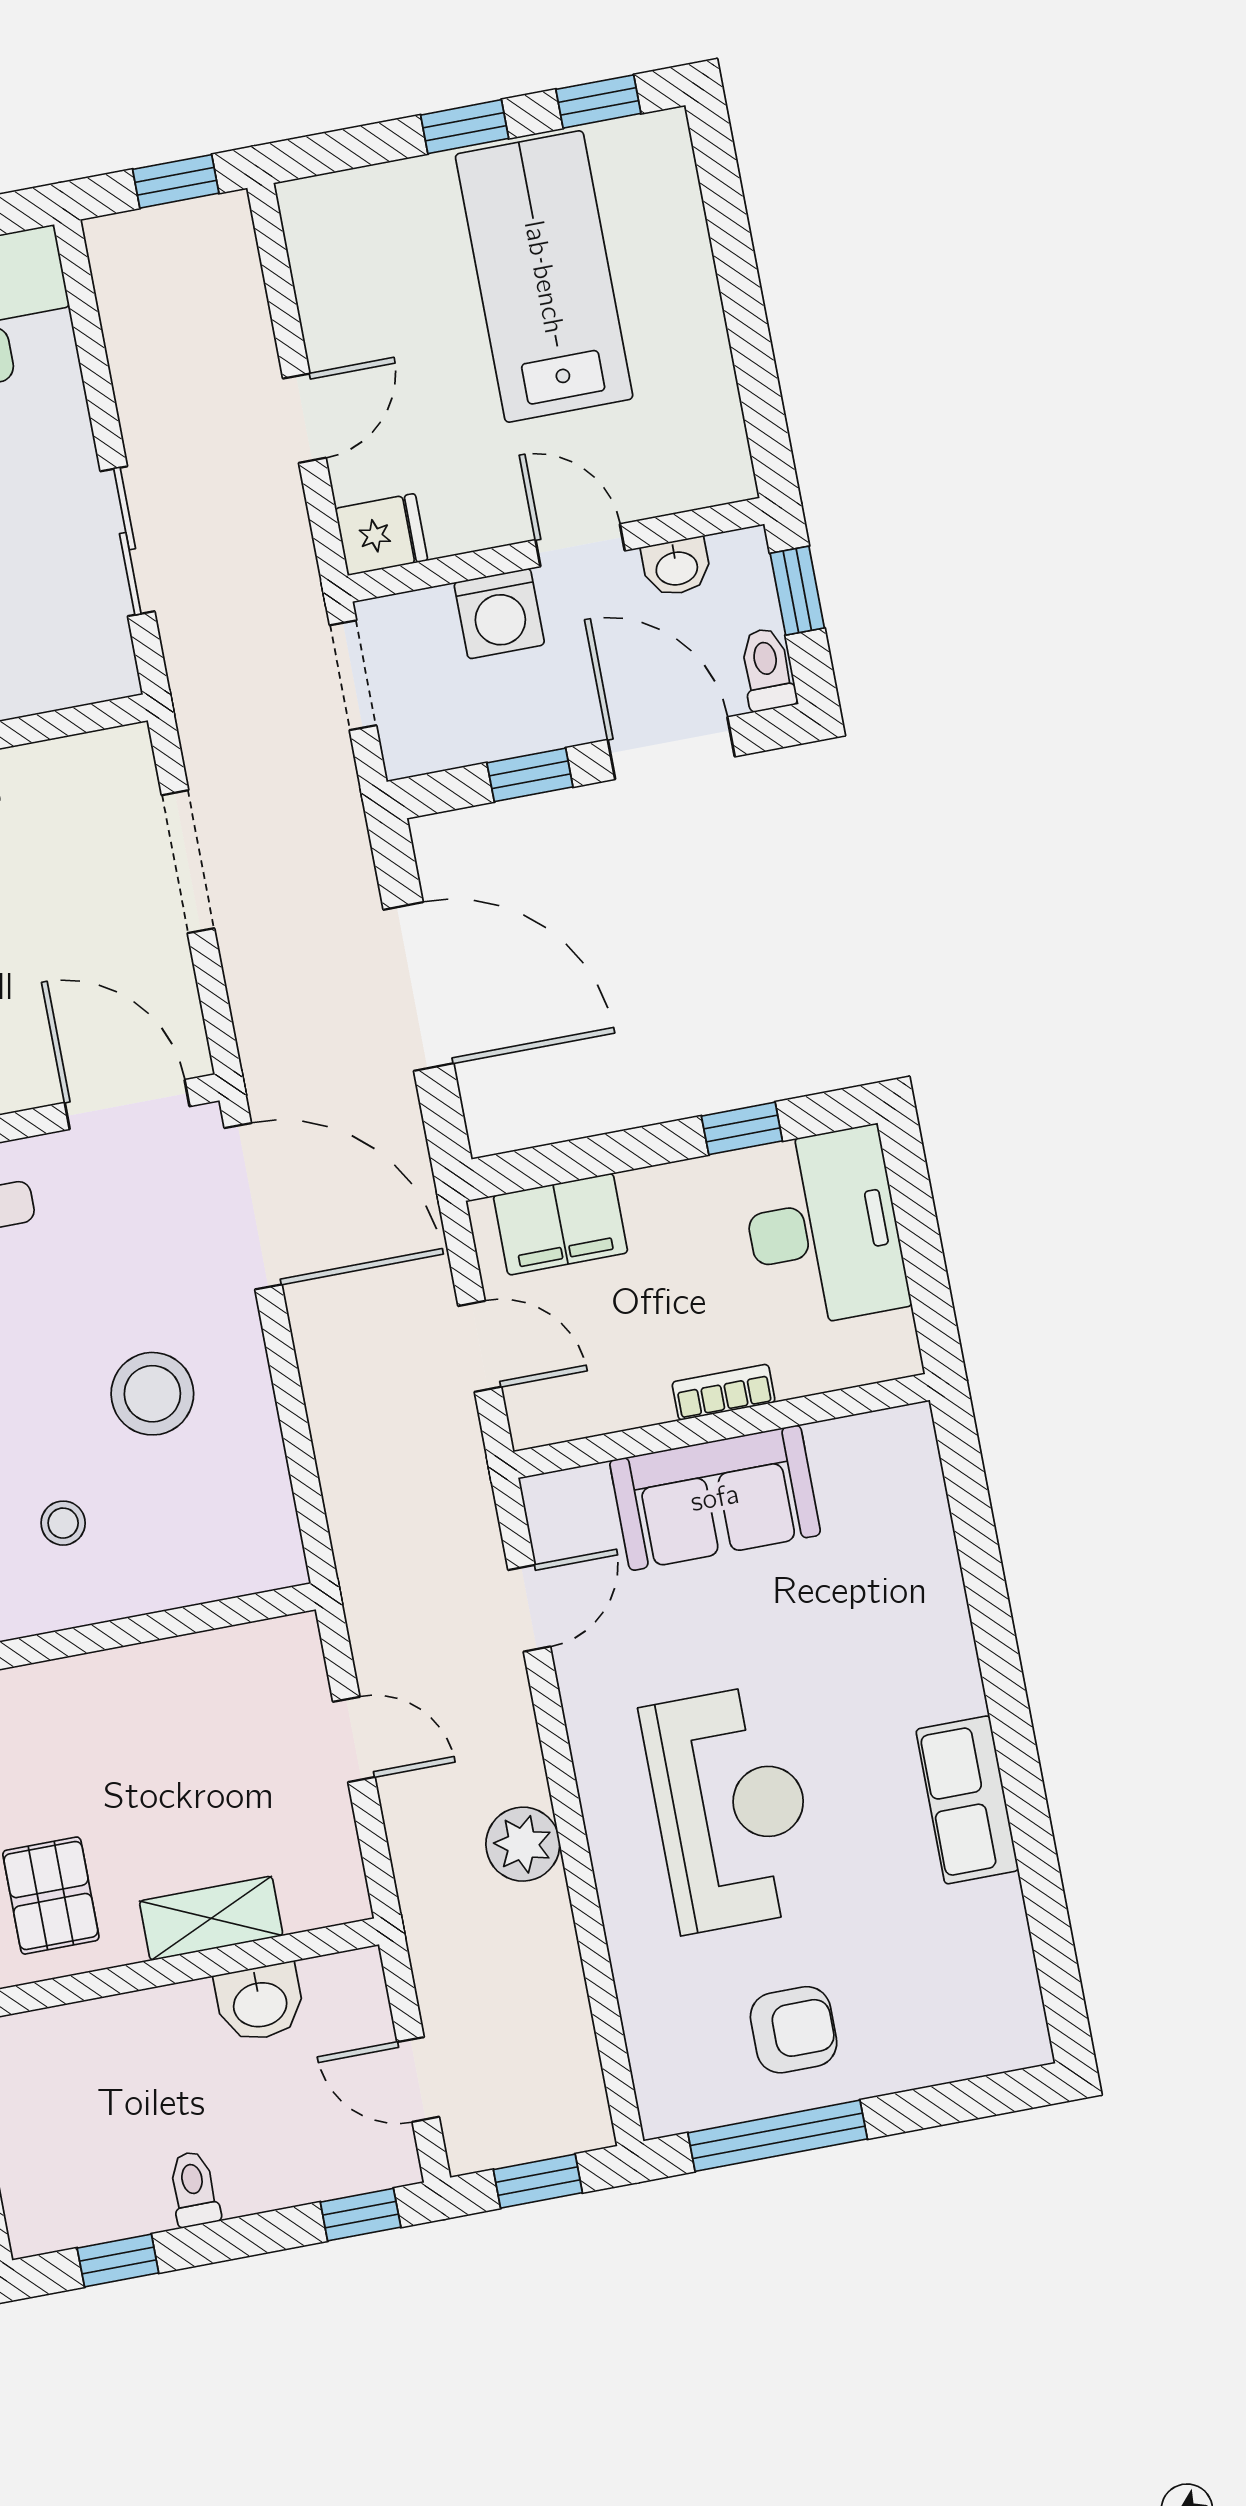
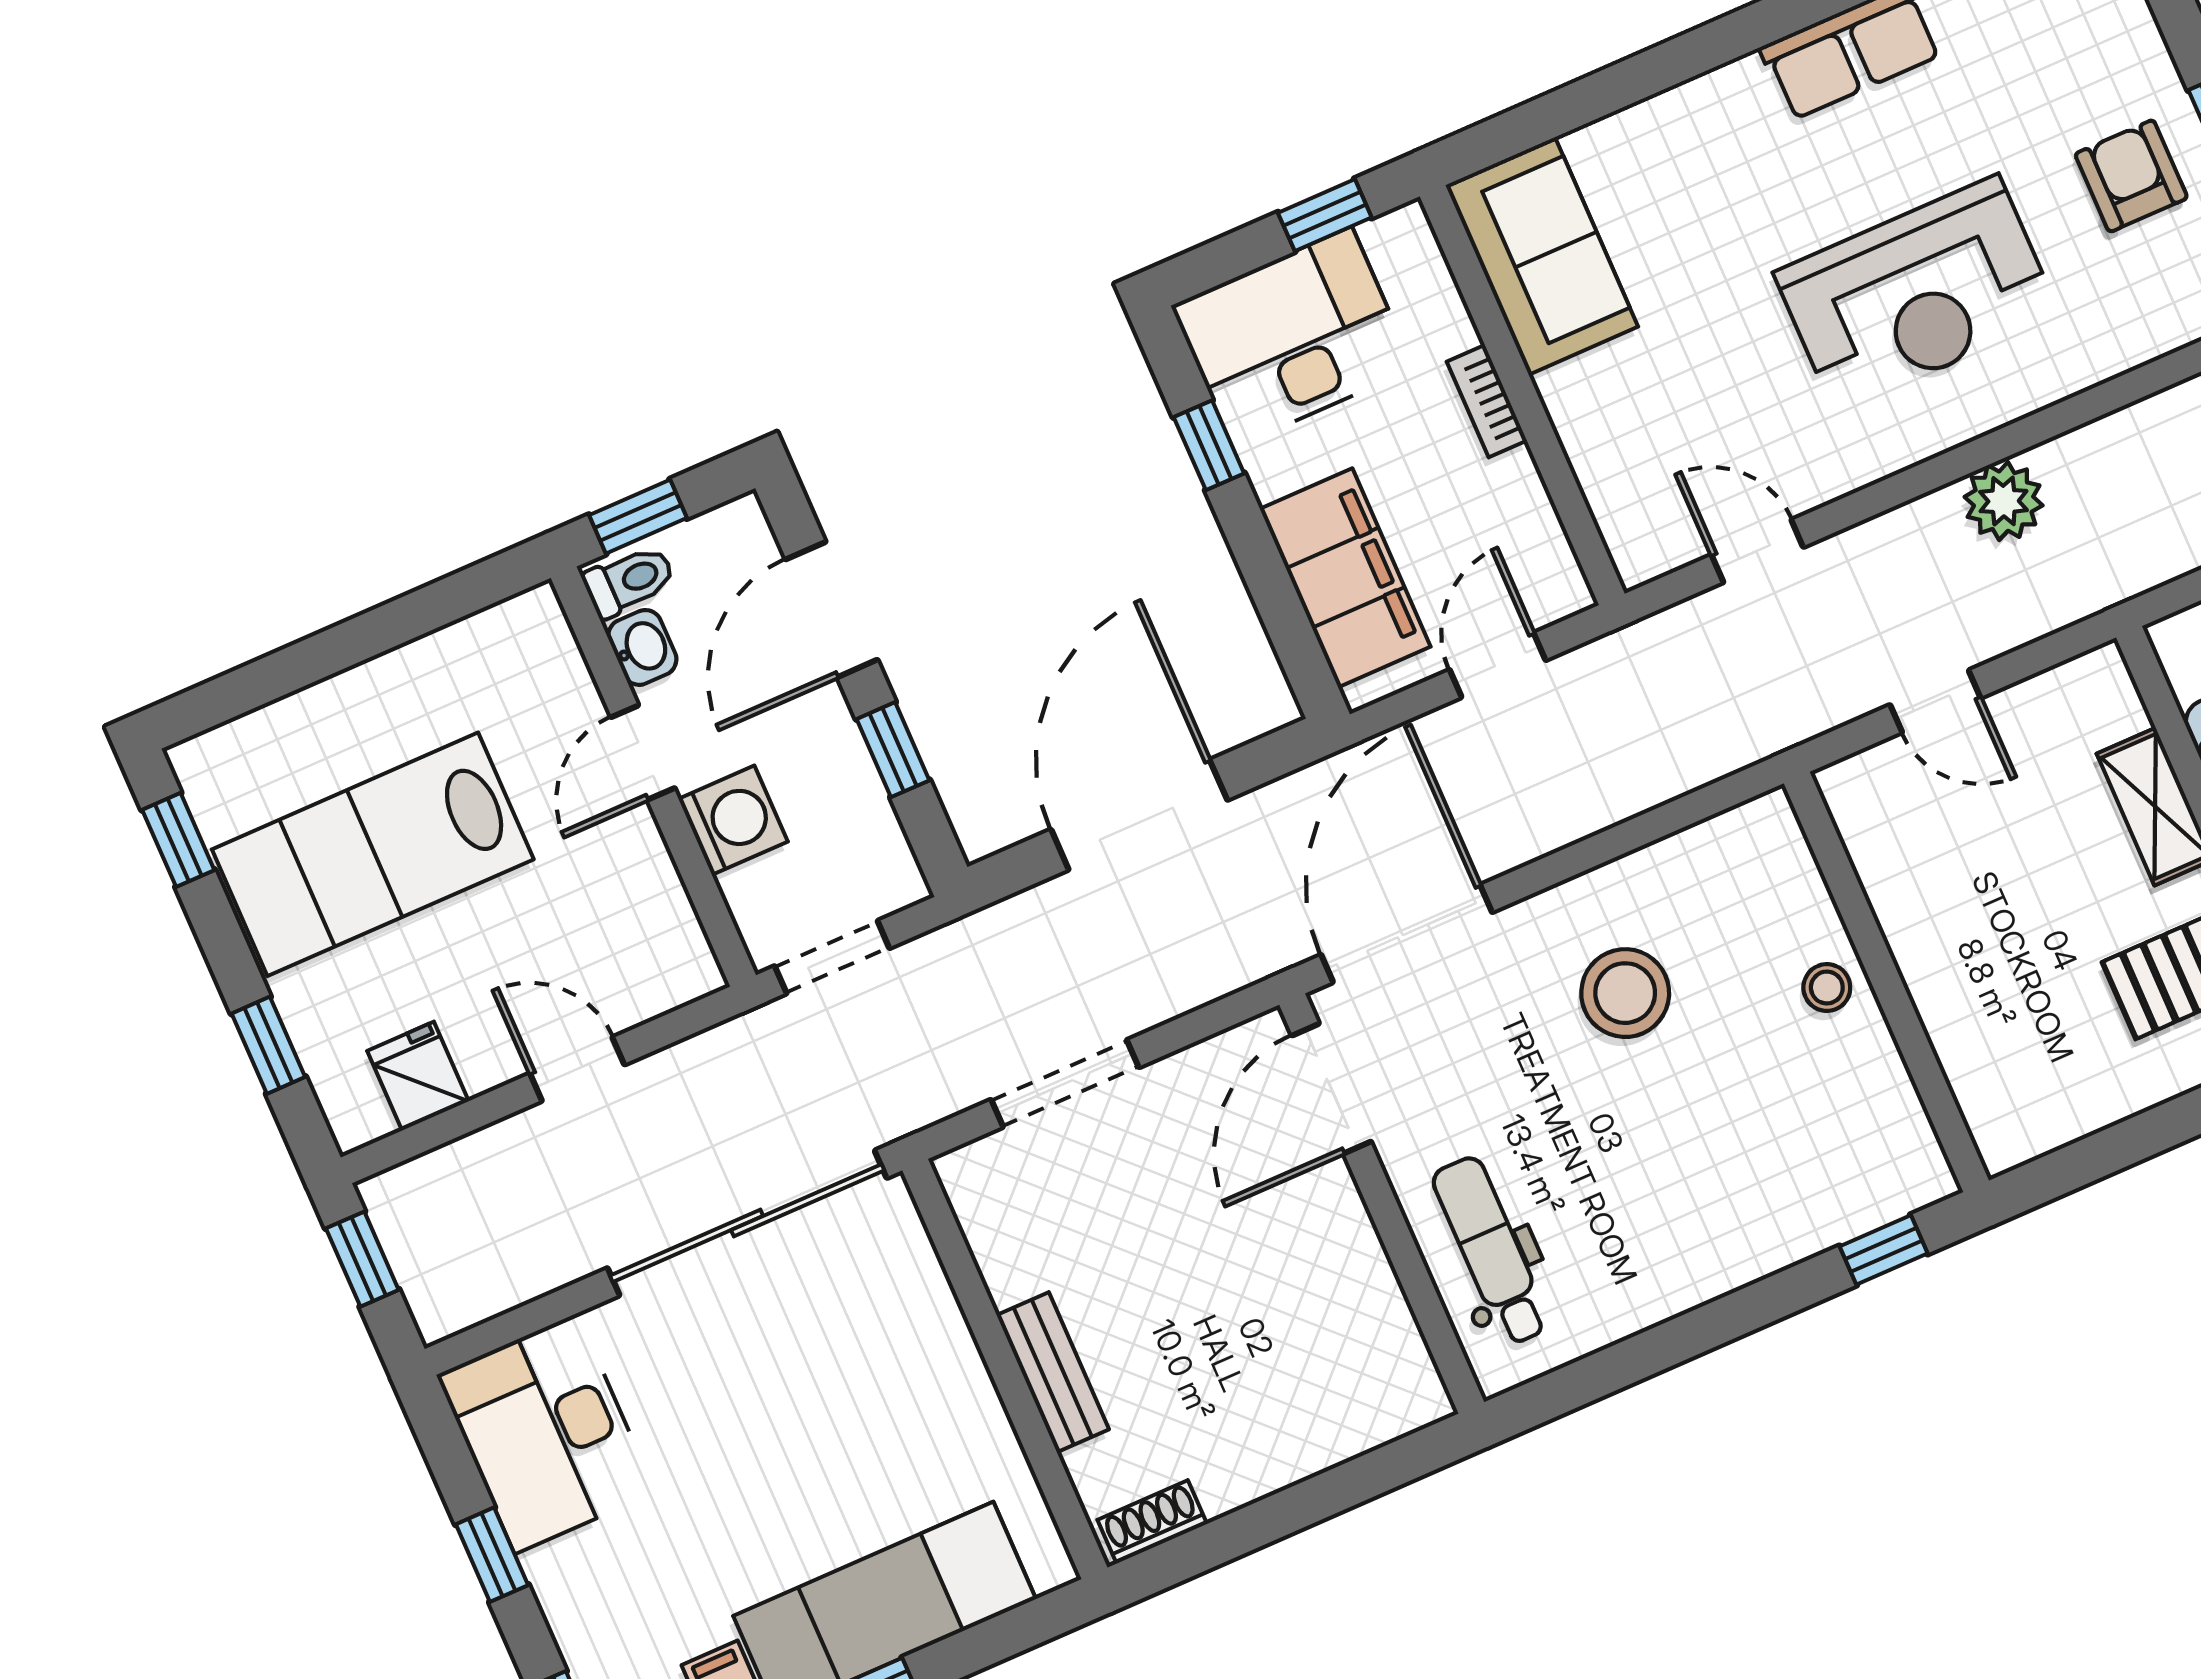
window: (465, 127) -> (268, 1045), moved
fridge: (381, 535) -> (418, 1076), moved
sliding door: (127, 541) -> (747, 1223), width x1.86
toilet: (767, 669) -> (629, 581), moved, turned 180
filing cabinet: (561, 1224) -> (1345, 578), width x1.50, depth x1.17
window: (928, 1283) -> (1325, 215), added
sofa: (715, 1498) -> (1542, 256), moved
stool: (63, 1523) -> (1827, 988), moved
door: (354, 1739) -> (1935, 701), swing flipped
reception desk: (731, 1808) -> (1917, 294), turned 180

